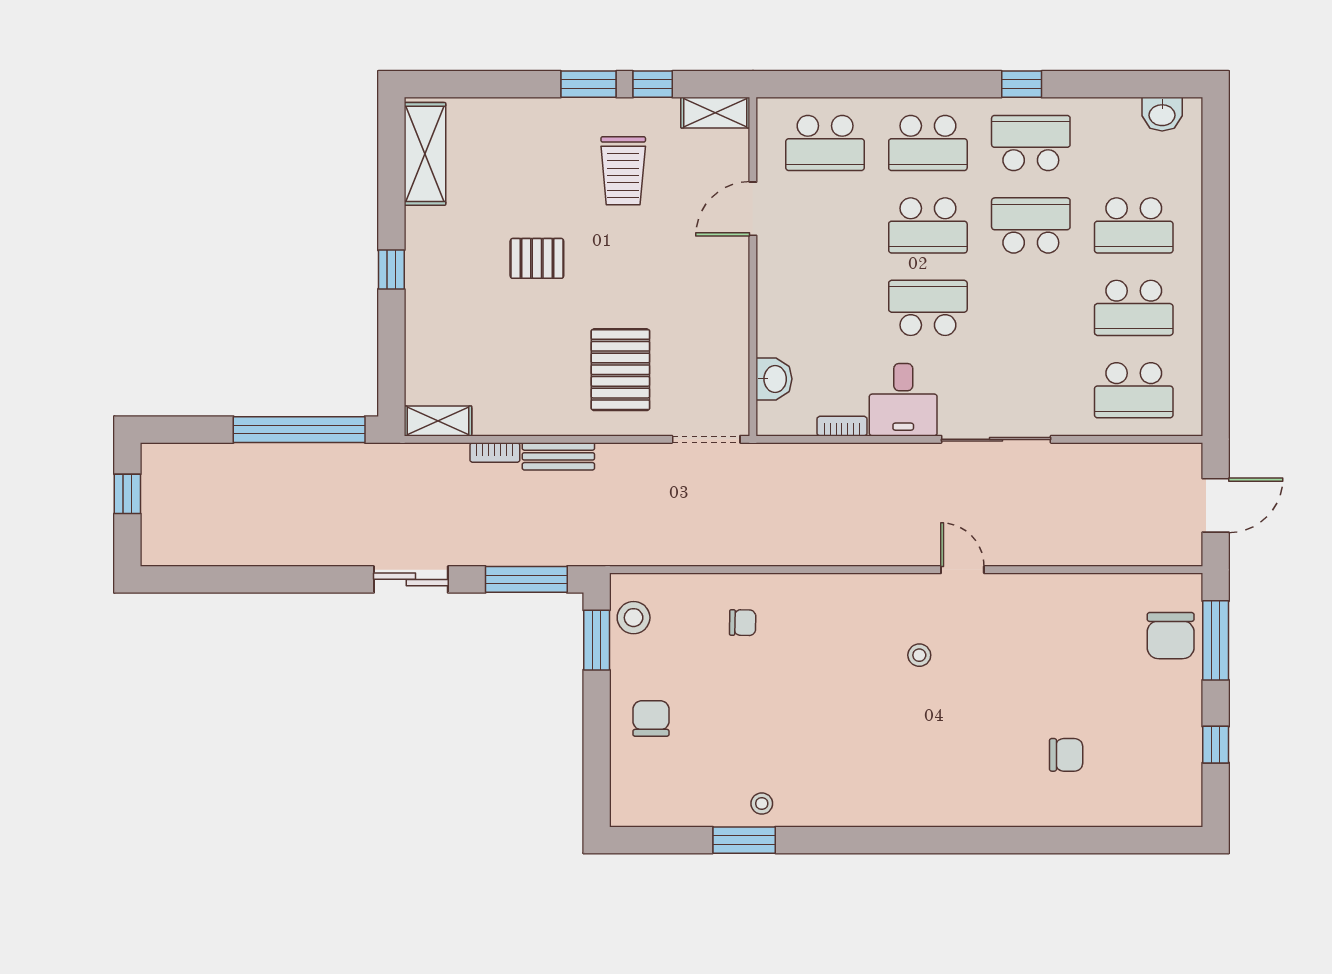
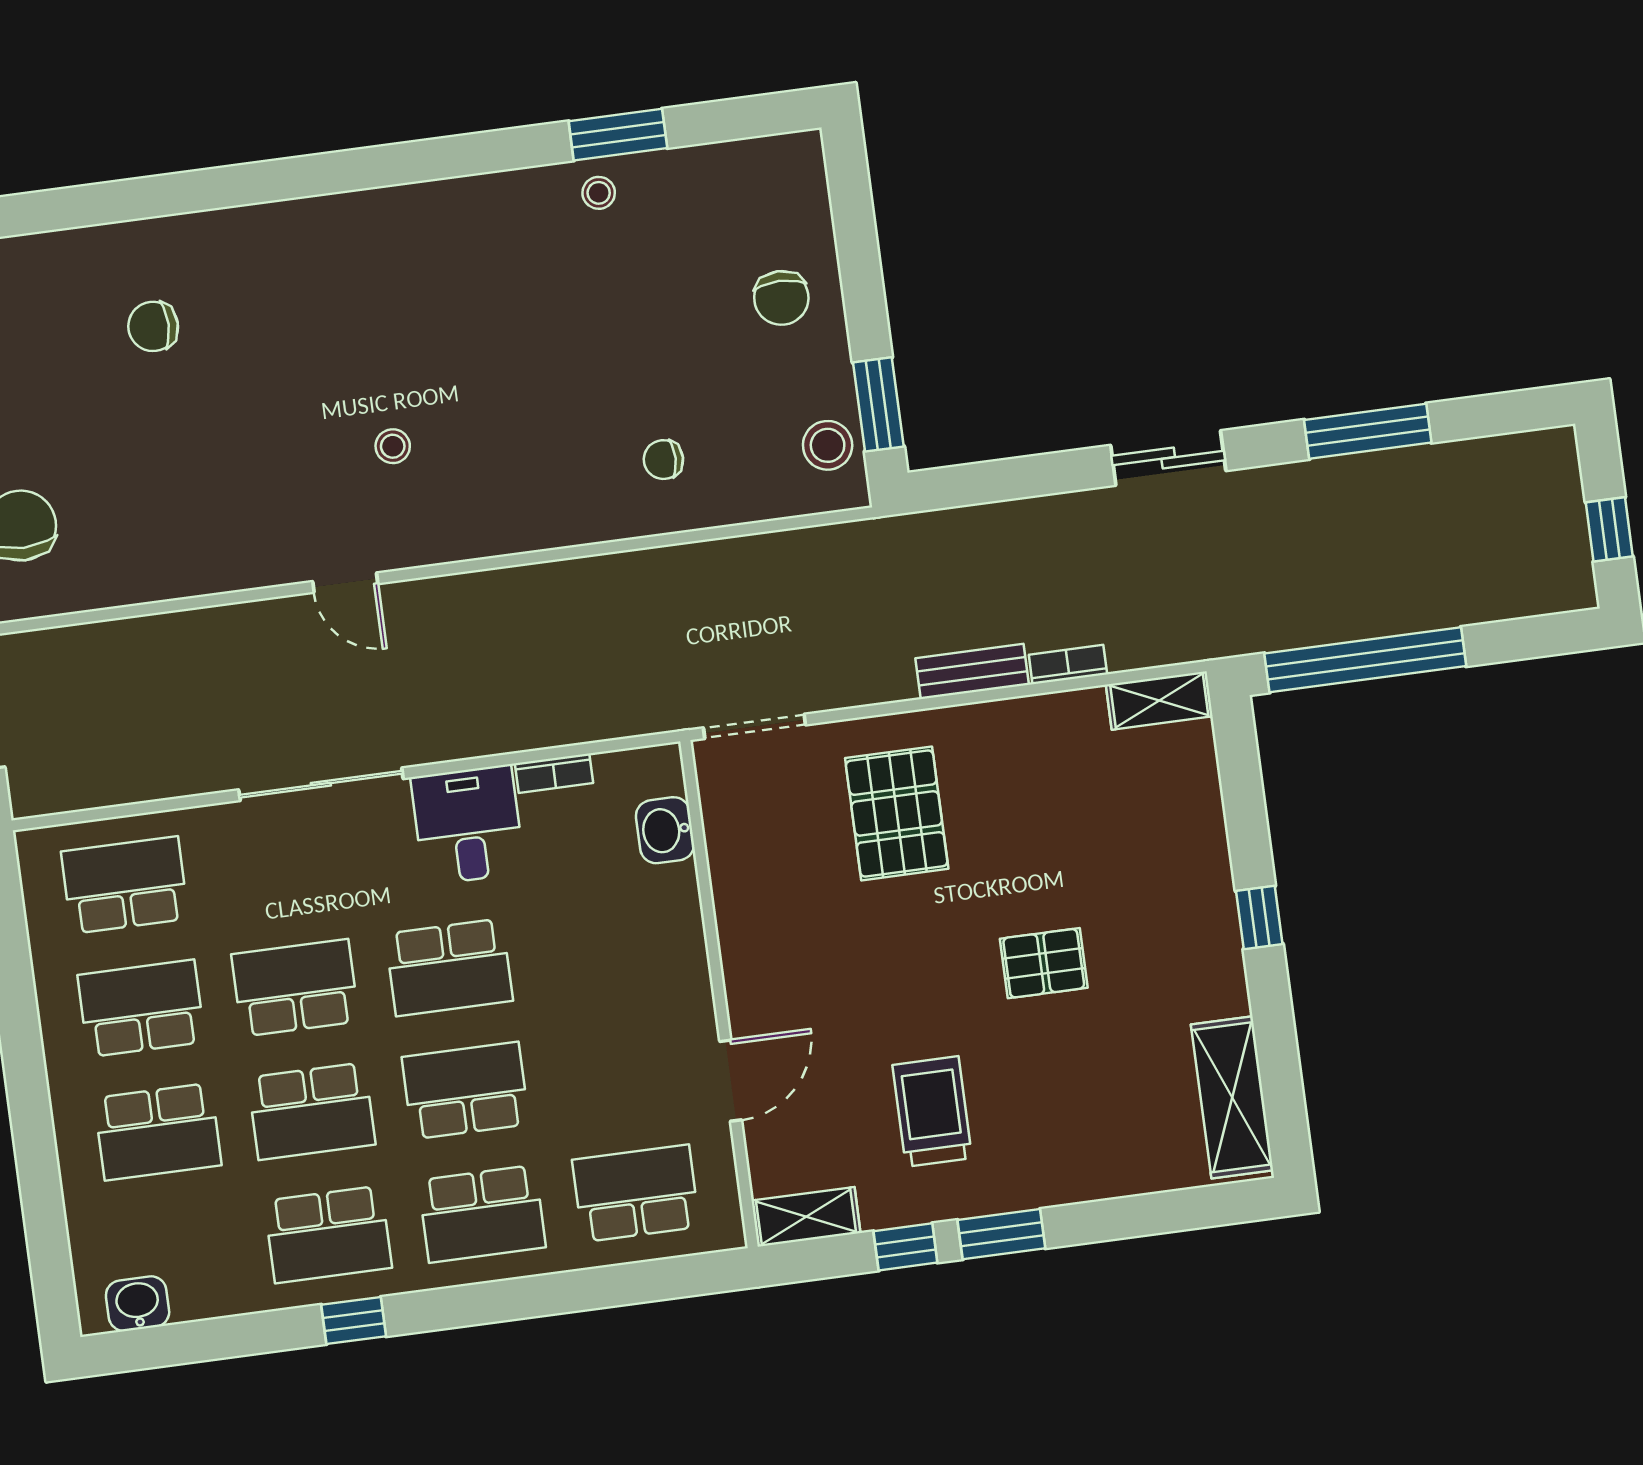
school desk: (928, 143) -> (482, 1214), turned 180
school desk: (1134, 225) -> (158, 1132), turned 180
school desk: (1031, 308) -> (295, 988), added
window: (526, 579) -> (1368, 431), moved

